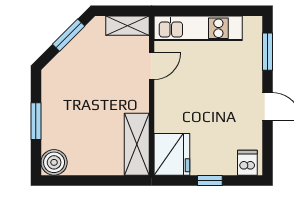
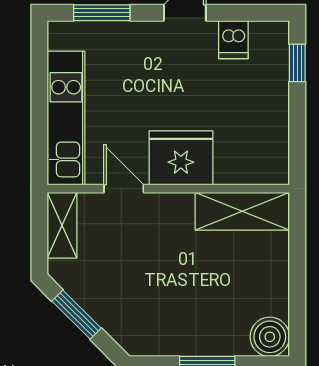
fridge: (172, 154) -> (181, 158), moved
dishwasher: (247, 163) -> (233, 40), moved, turned -90
window: (210, 180) -> (297, 63), moved

